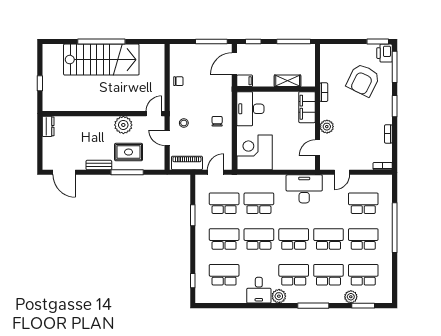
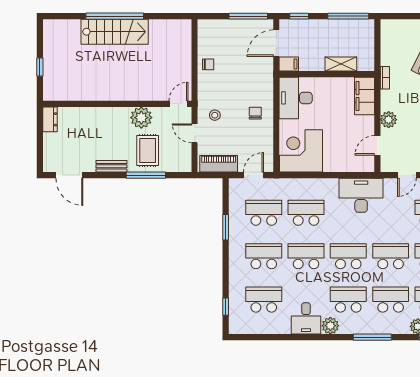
stairs: (101, 60) -> (115, 32), width x0.73, depth x0.66
rug: (129, 152) -> (148, 151), turned 90

